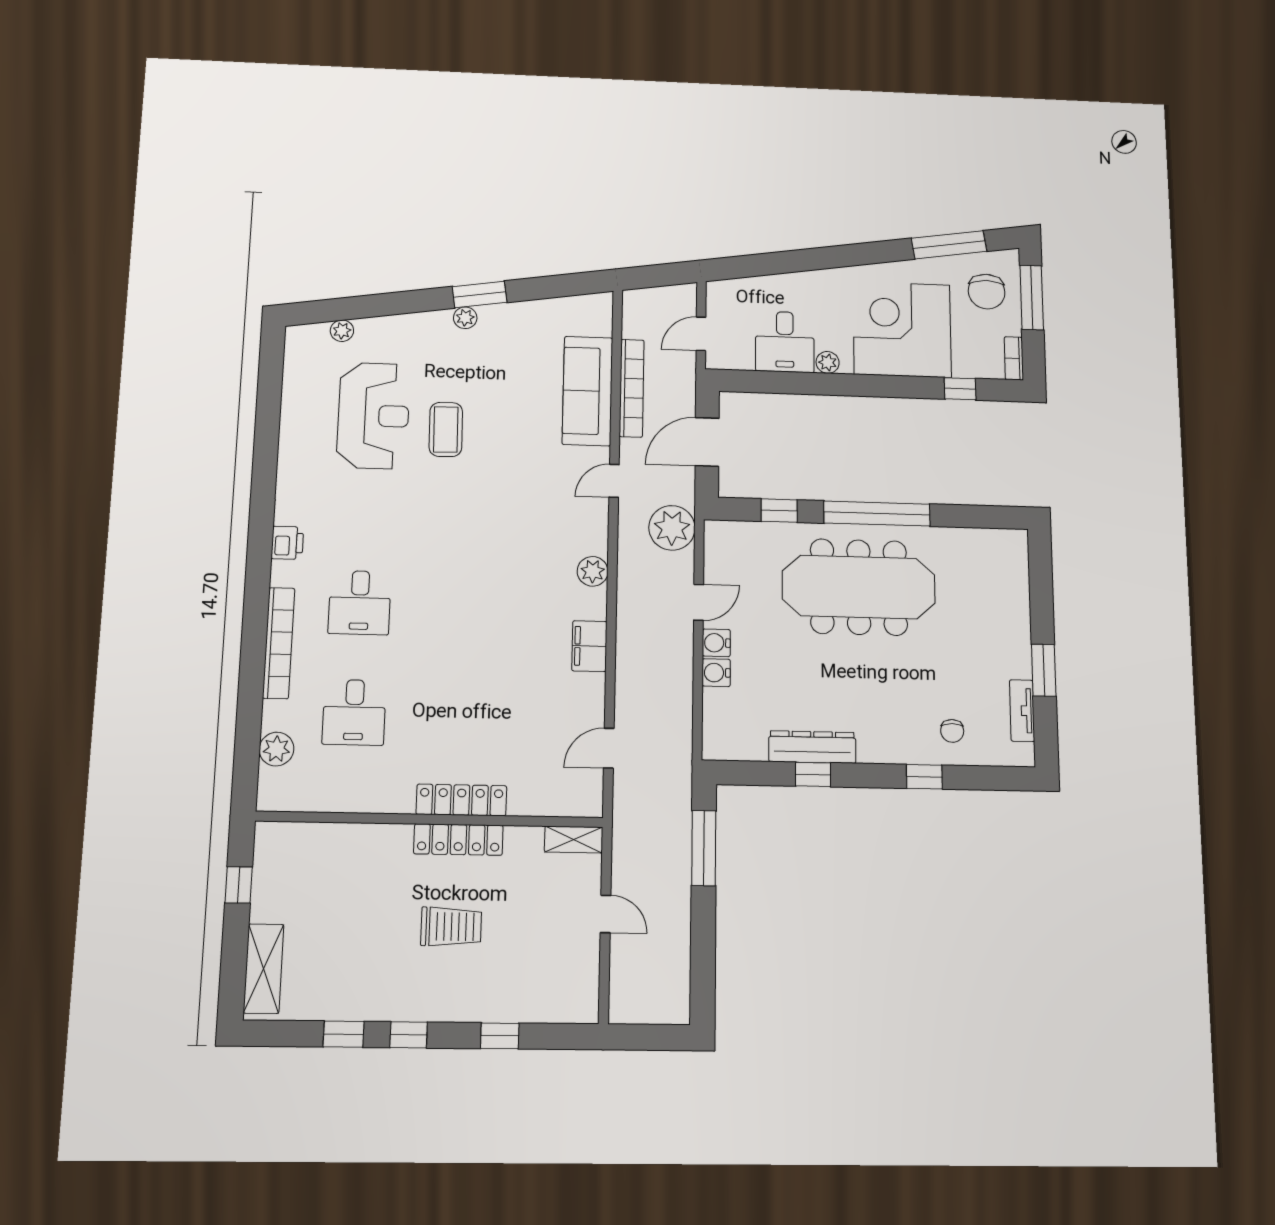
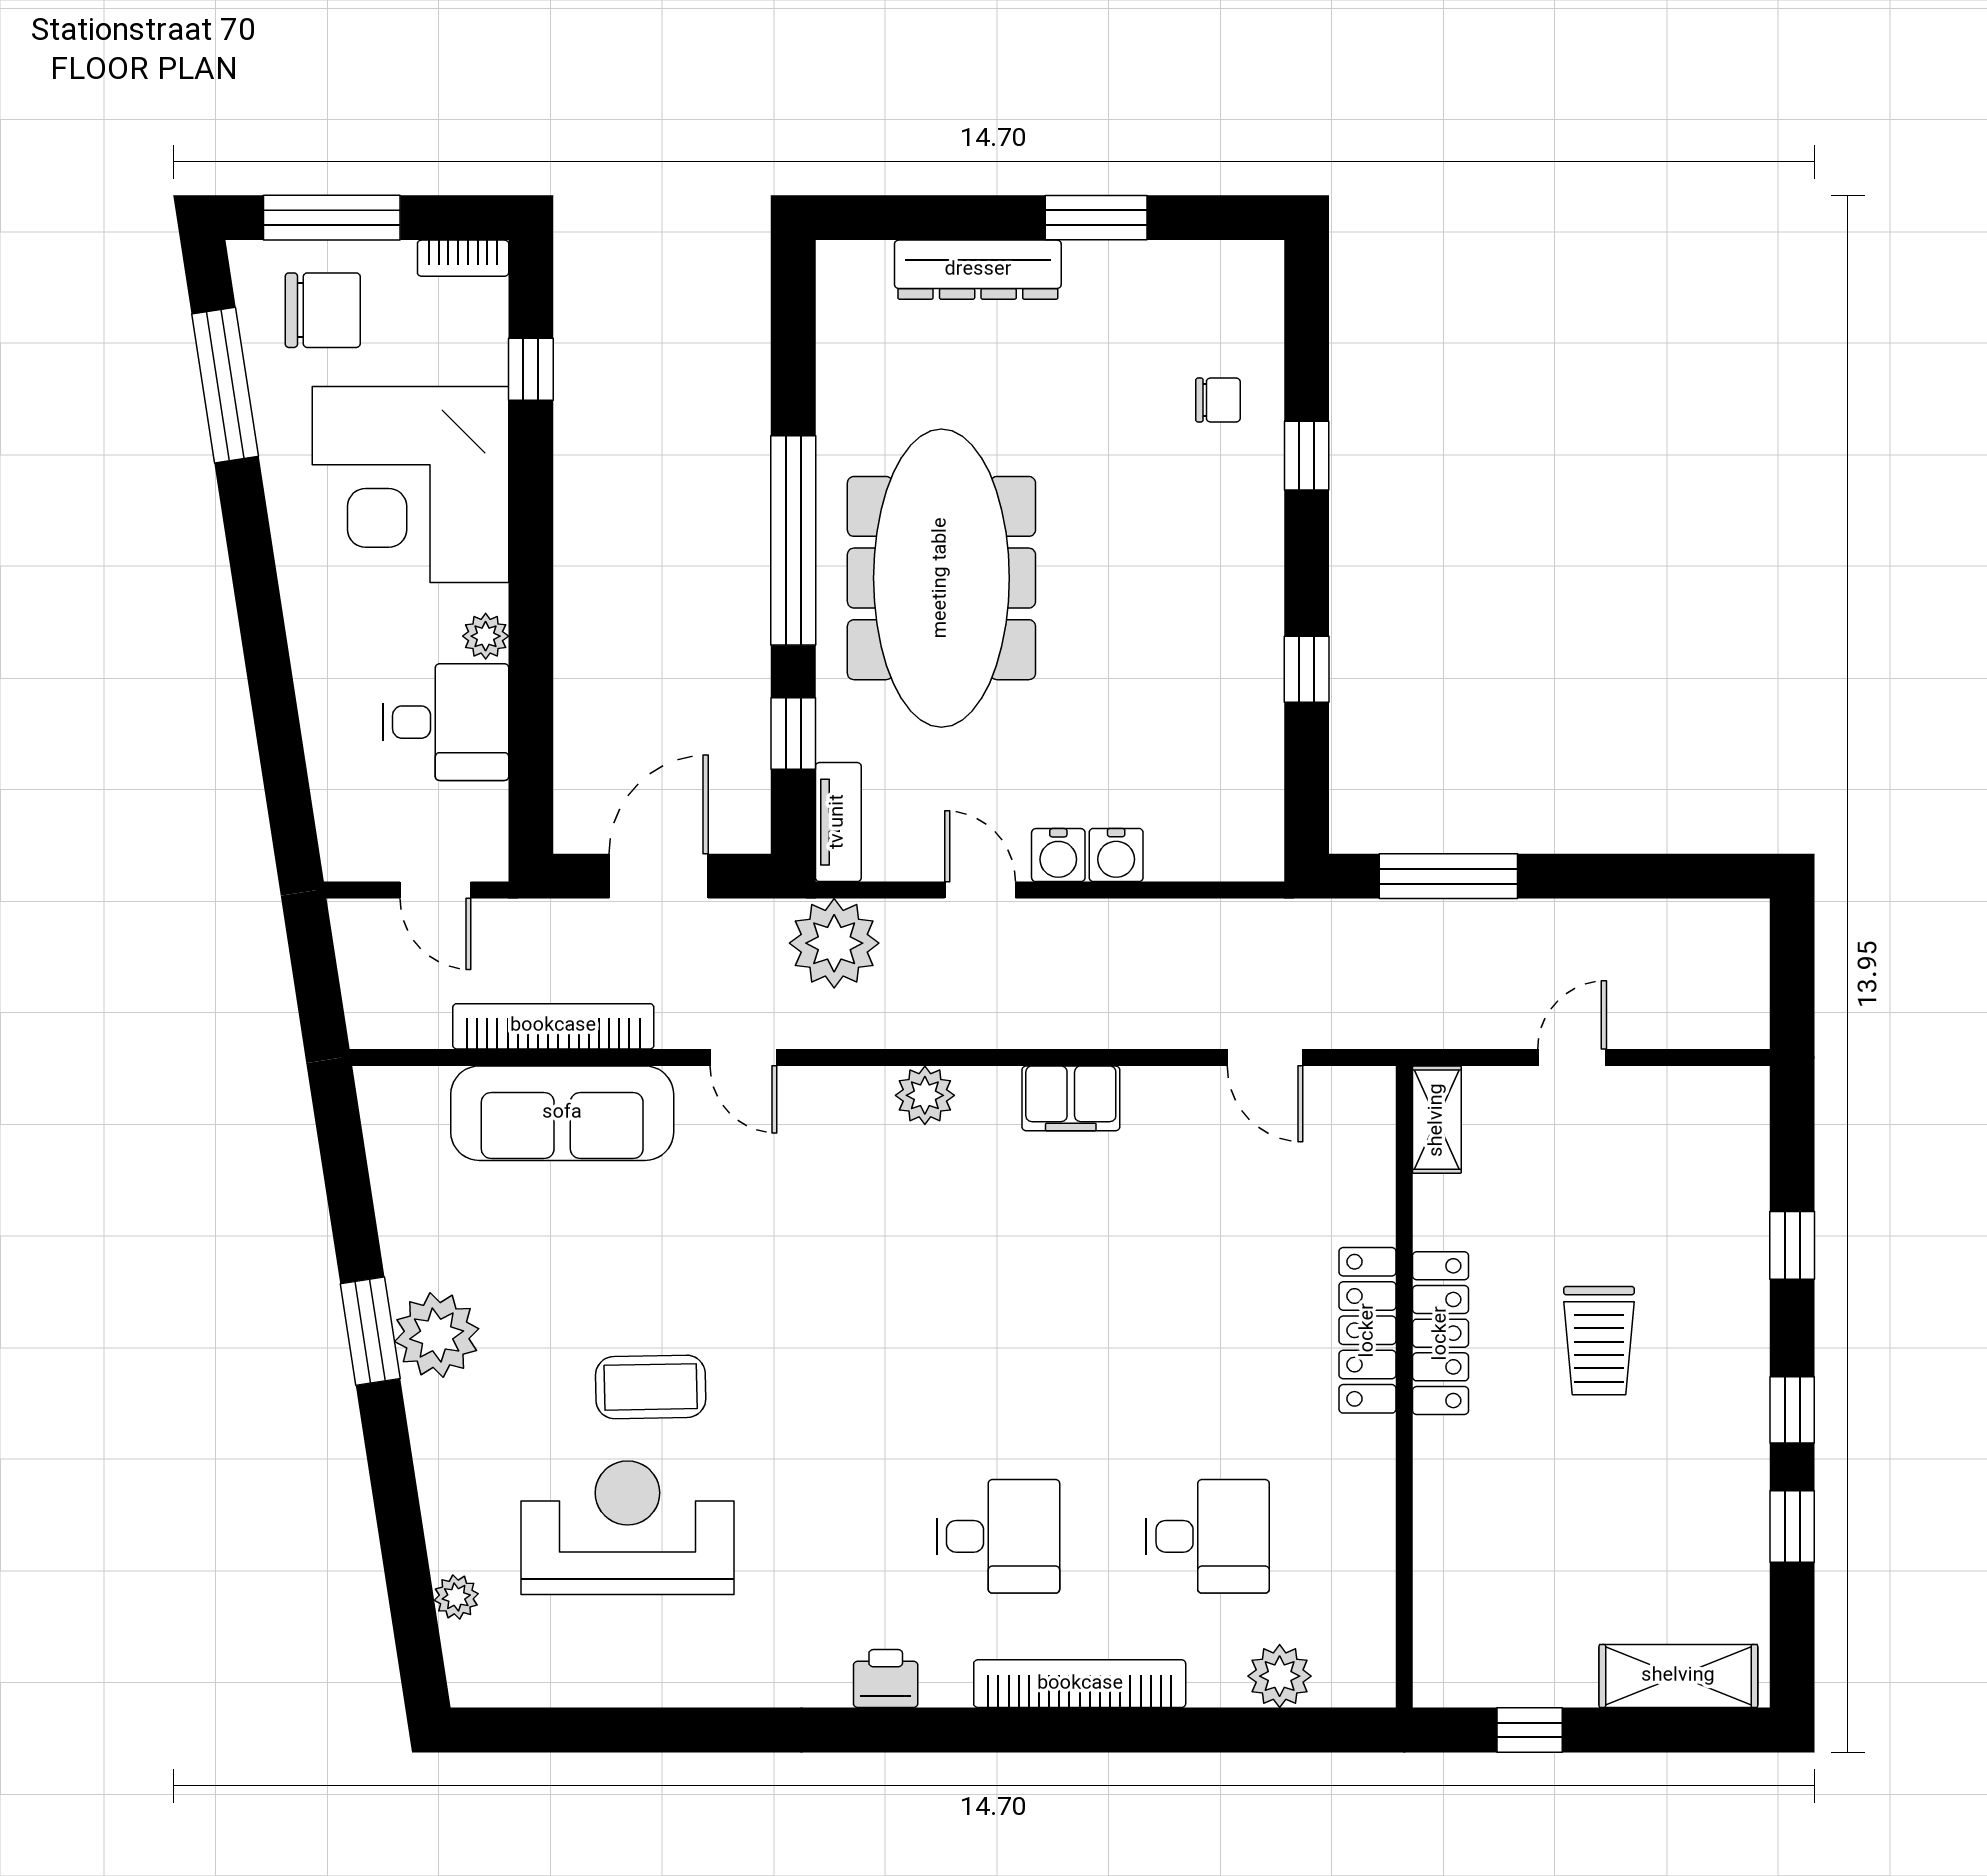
plant: (465, 318) -> (437, 1335), width x1.88, depth x1.88
door: (707, 442) -> (659, 876), swing flipped
tv unit: (1022, 711) -> (838, 822), moved, turned -90
dresser: (812, 747) -> (978, 270), moved, turned -90
trolley: (451, 927) -> (1599, 1341), turned 180

